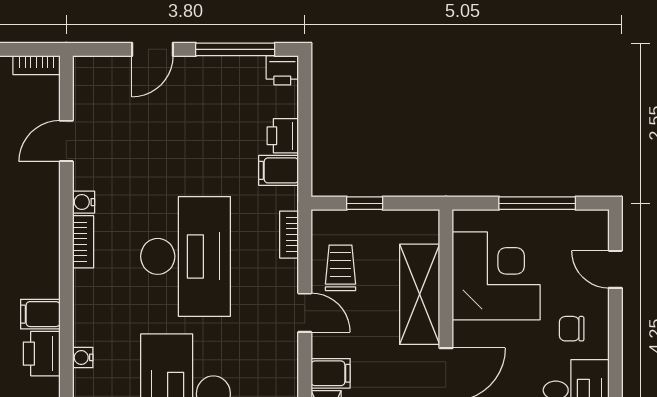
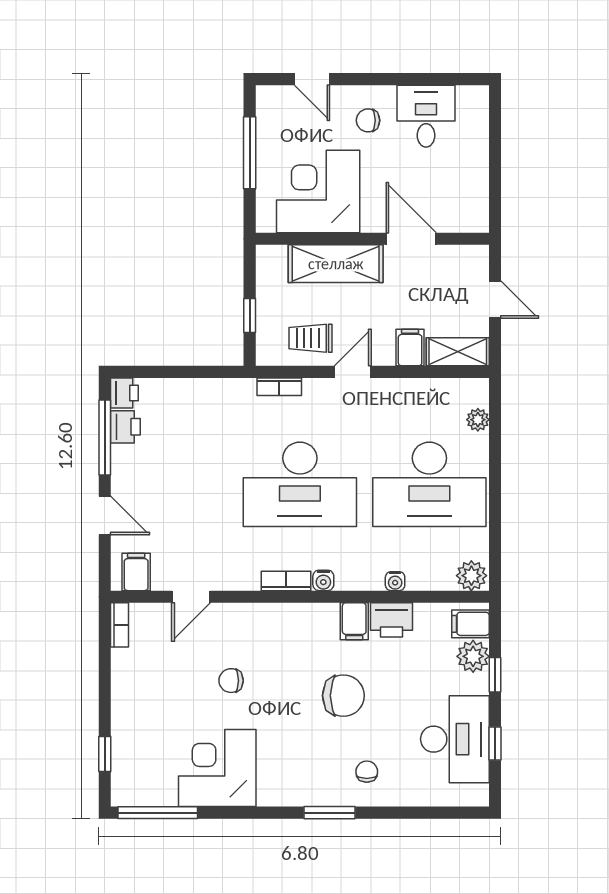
printer: (283, 136) -> (125, 427), moved, turned -90
door: (66, 141) -> (191, 597), hinge flipped
filing cabinet: (279, 170) -> (136, 572), moved, turned 180
water cooler: (84, 202) -> (323, 580), moved
desk: (186, 256) -> (300, 484), turned 180
door: (615, 269) -> (312, 79), hinge flipped
chair: (572, 329) -> (368, 120), turned 90

